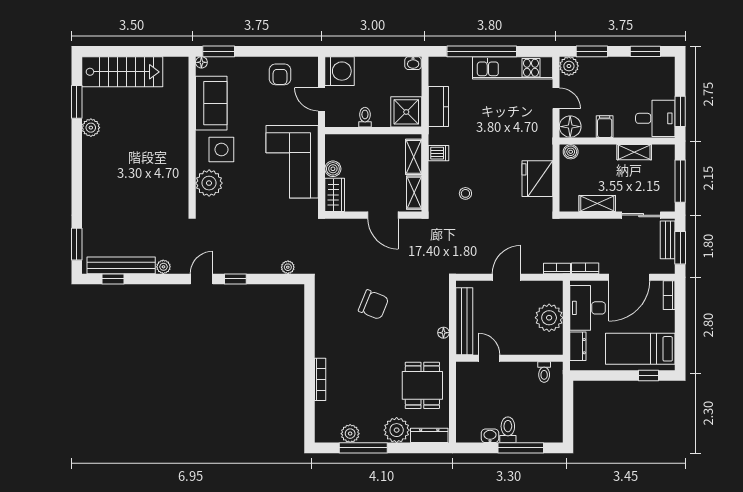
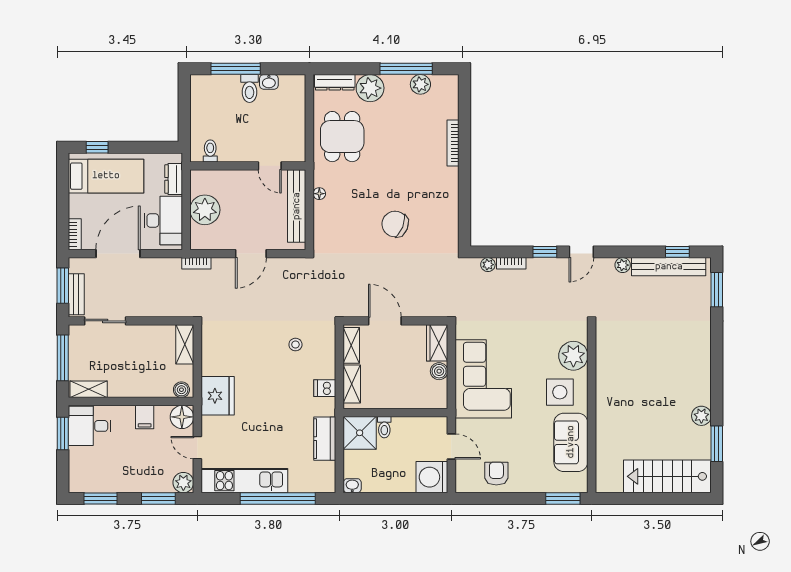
floor lamp: (201, 62) -> (582, 487), removed
toilet: (365, 117) -> (384, 427), moved
shelving: (634, 152) -> (89, 389), moved
fridge: (537, 179) -> (218, 396), moved
shelving: (597, 204) -> (185, 344), moved, turned 90
bookcase: (585, 268) -> (511, 263), moved

